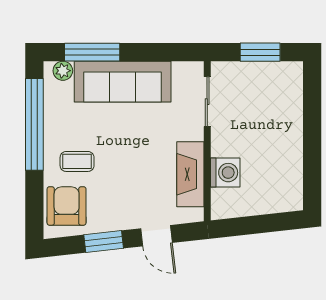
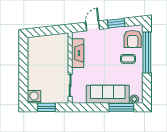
window: (34, 124) -> (147, 52), moved
washing machine: (225, 173) -> (34, 97), moved, turned 90
door: (157, 236) -> (93, 26), hinge flipped

